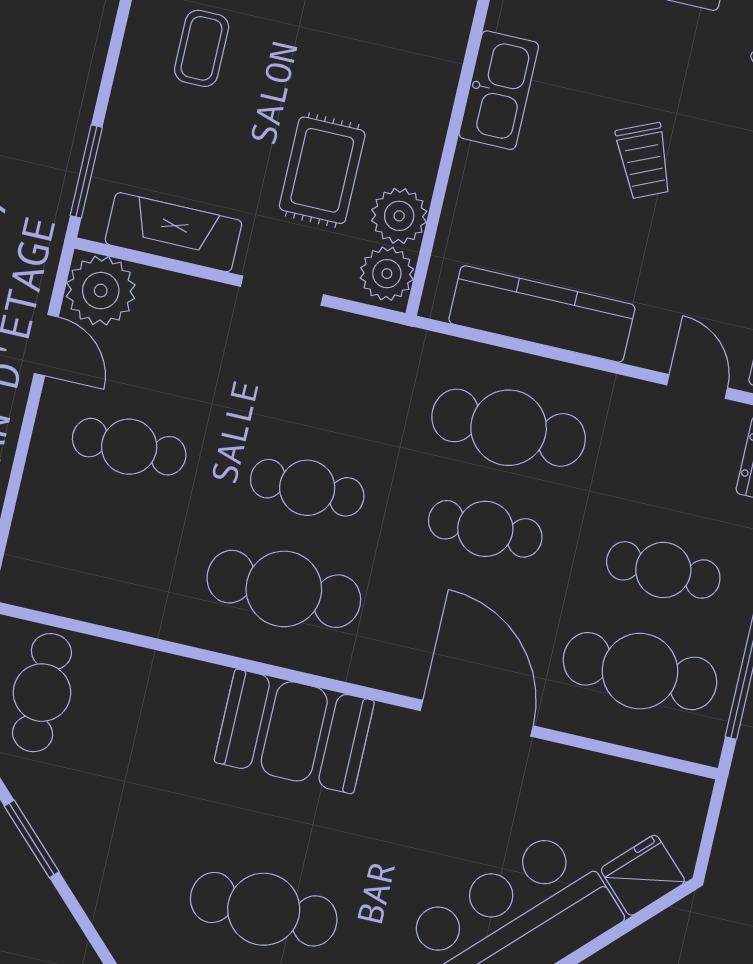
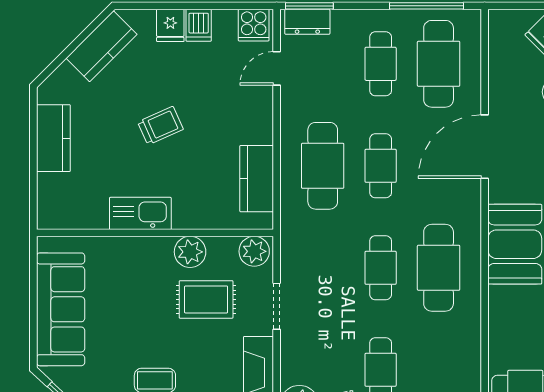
plant: (399, 216) -> (190, 252), moved
kitchen counter: (542, 314) -> (257, 179), width x0.67

